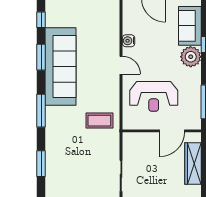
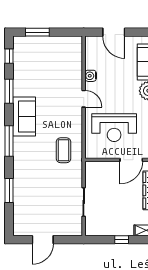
sofa: (61, 67) -> (24, 117), width x0.54, depth x0.79
coffee table: (99, 121) -> (63, 150), turned 90

